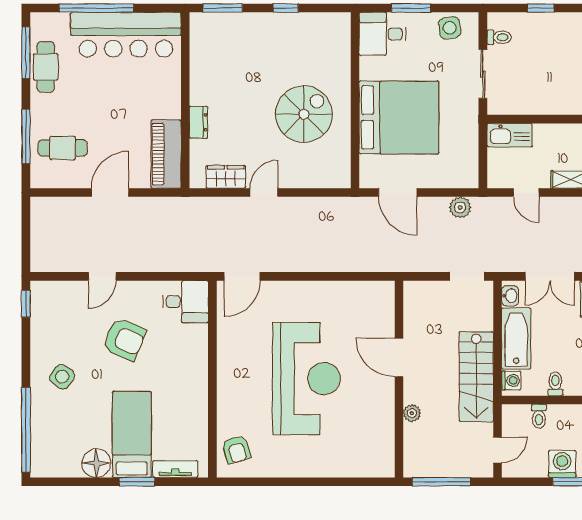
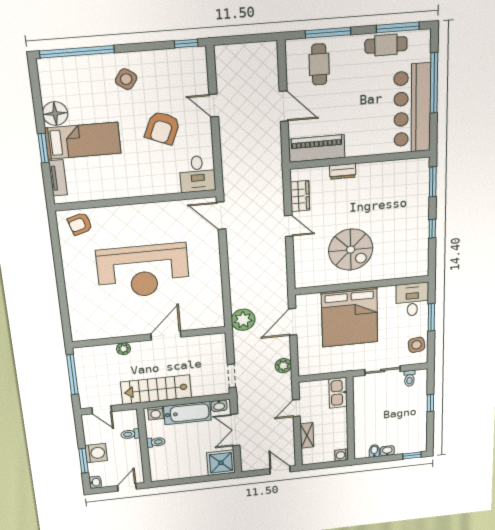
plant: (387, 257) -> (243, 320), added

